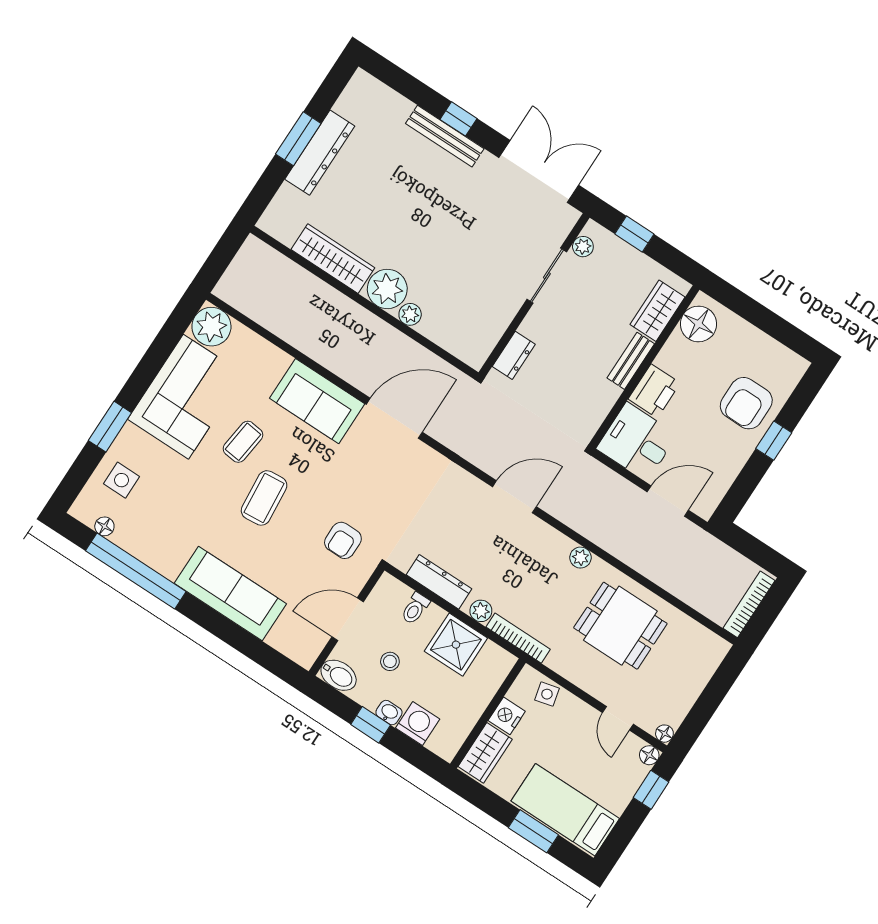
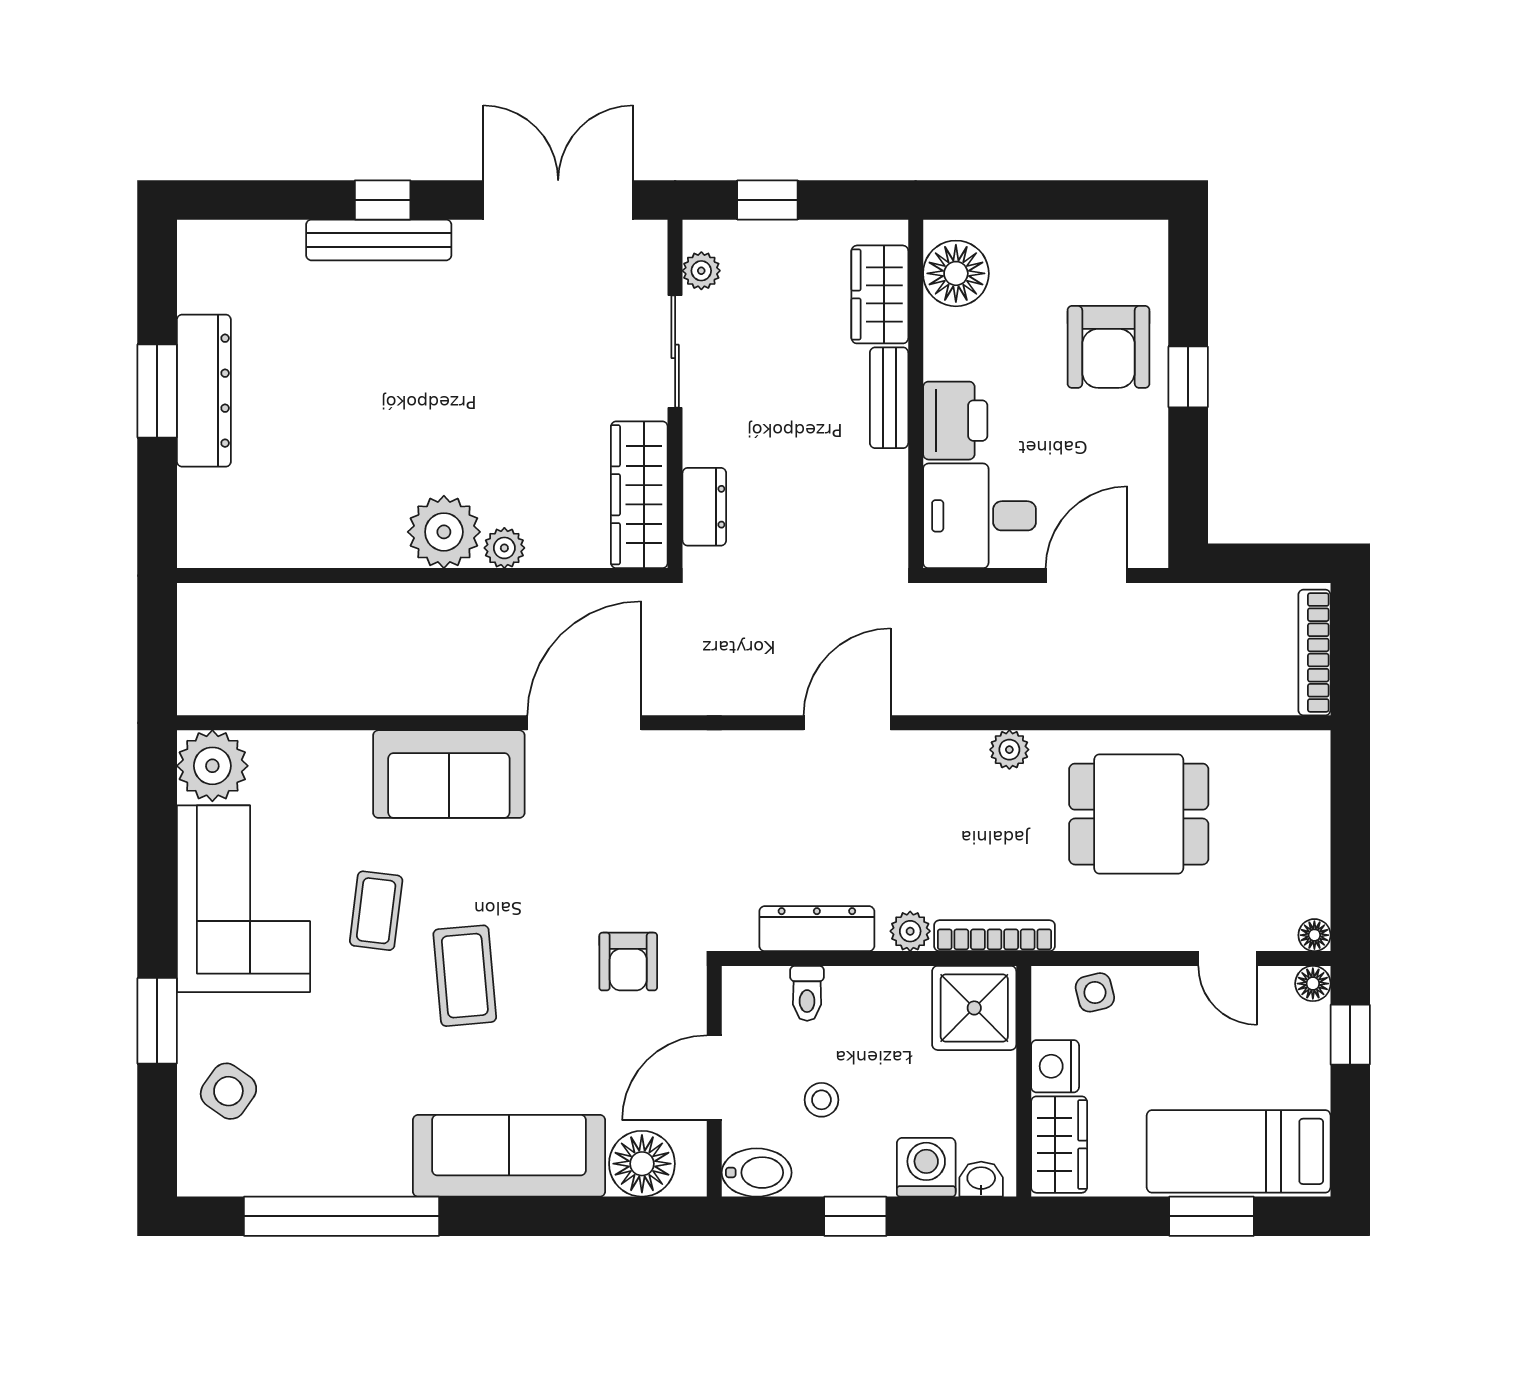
wardrobe: (333, 259) -> (639, 495), moved, turned -90
side table: (122, 480) -> (228, 1091), turned 35
floor lamp: (104, 526) -> (642, 1164), moved, width x1.89, depth x1.89
shower: (456, 645) -> (974, 1008), moved
washbasin: (389, 713) -> (981, 1179), moved

